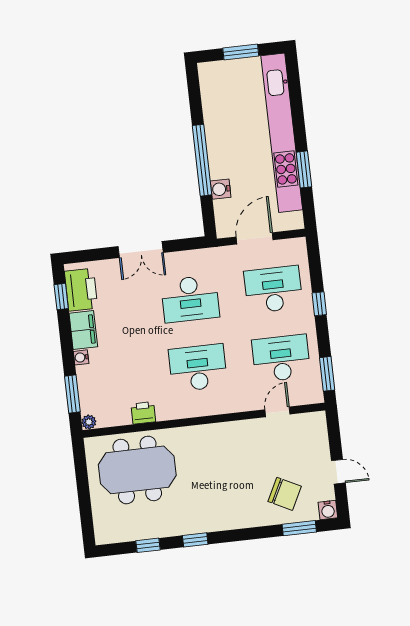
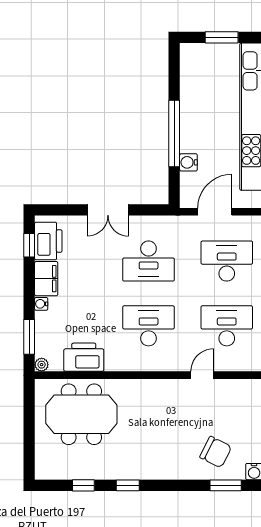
door: (277, 412) -> (202, 375), moved
printer: (143, 413) -> (84, 357), width x1.87, depth x1.48

